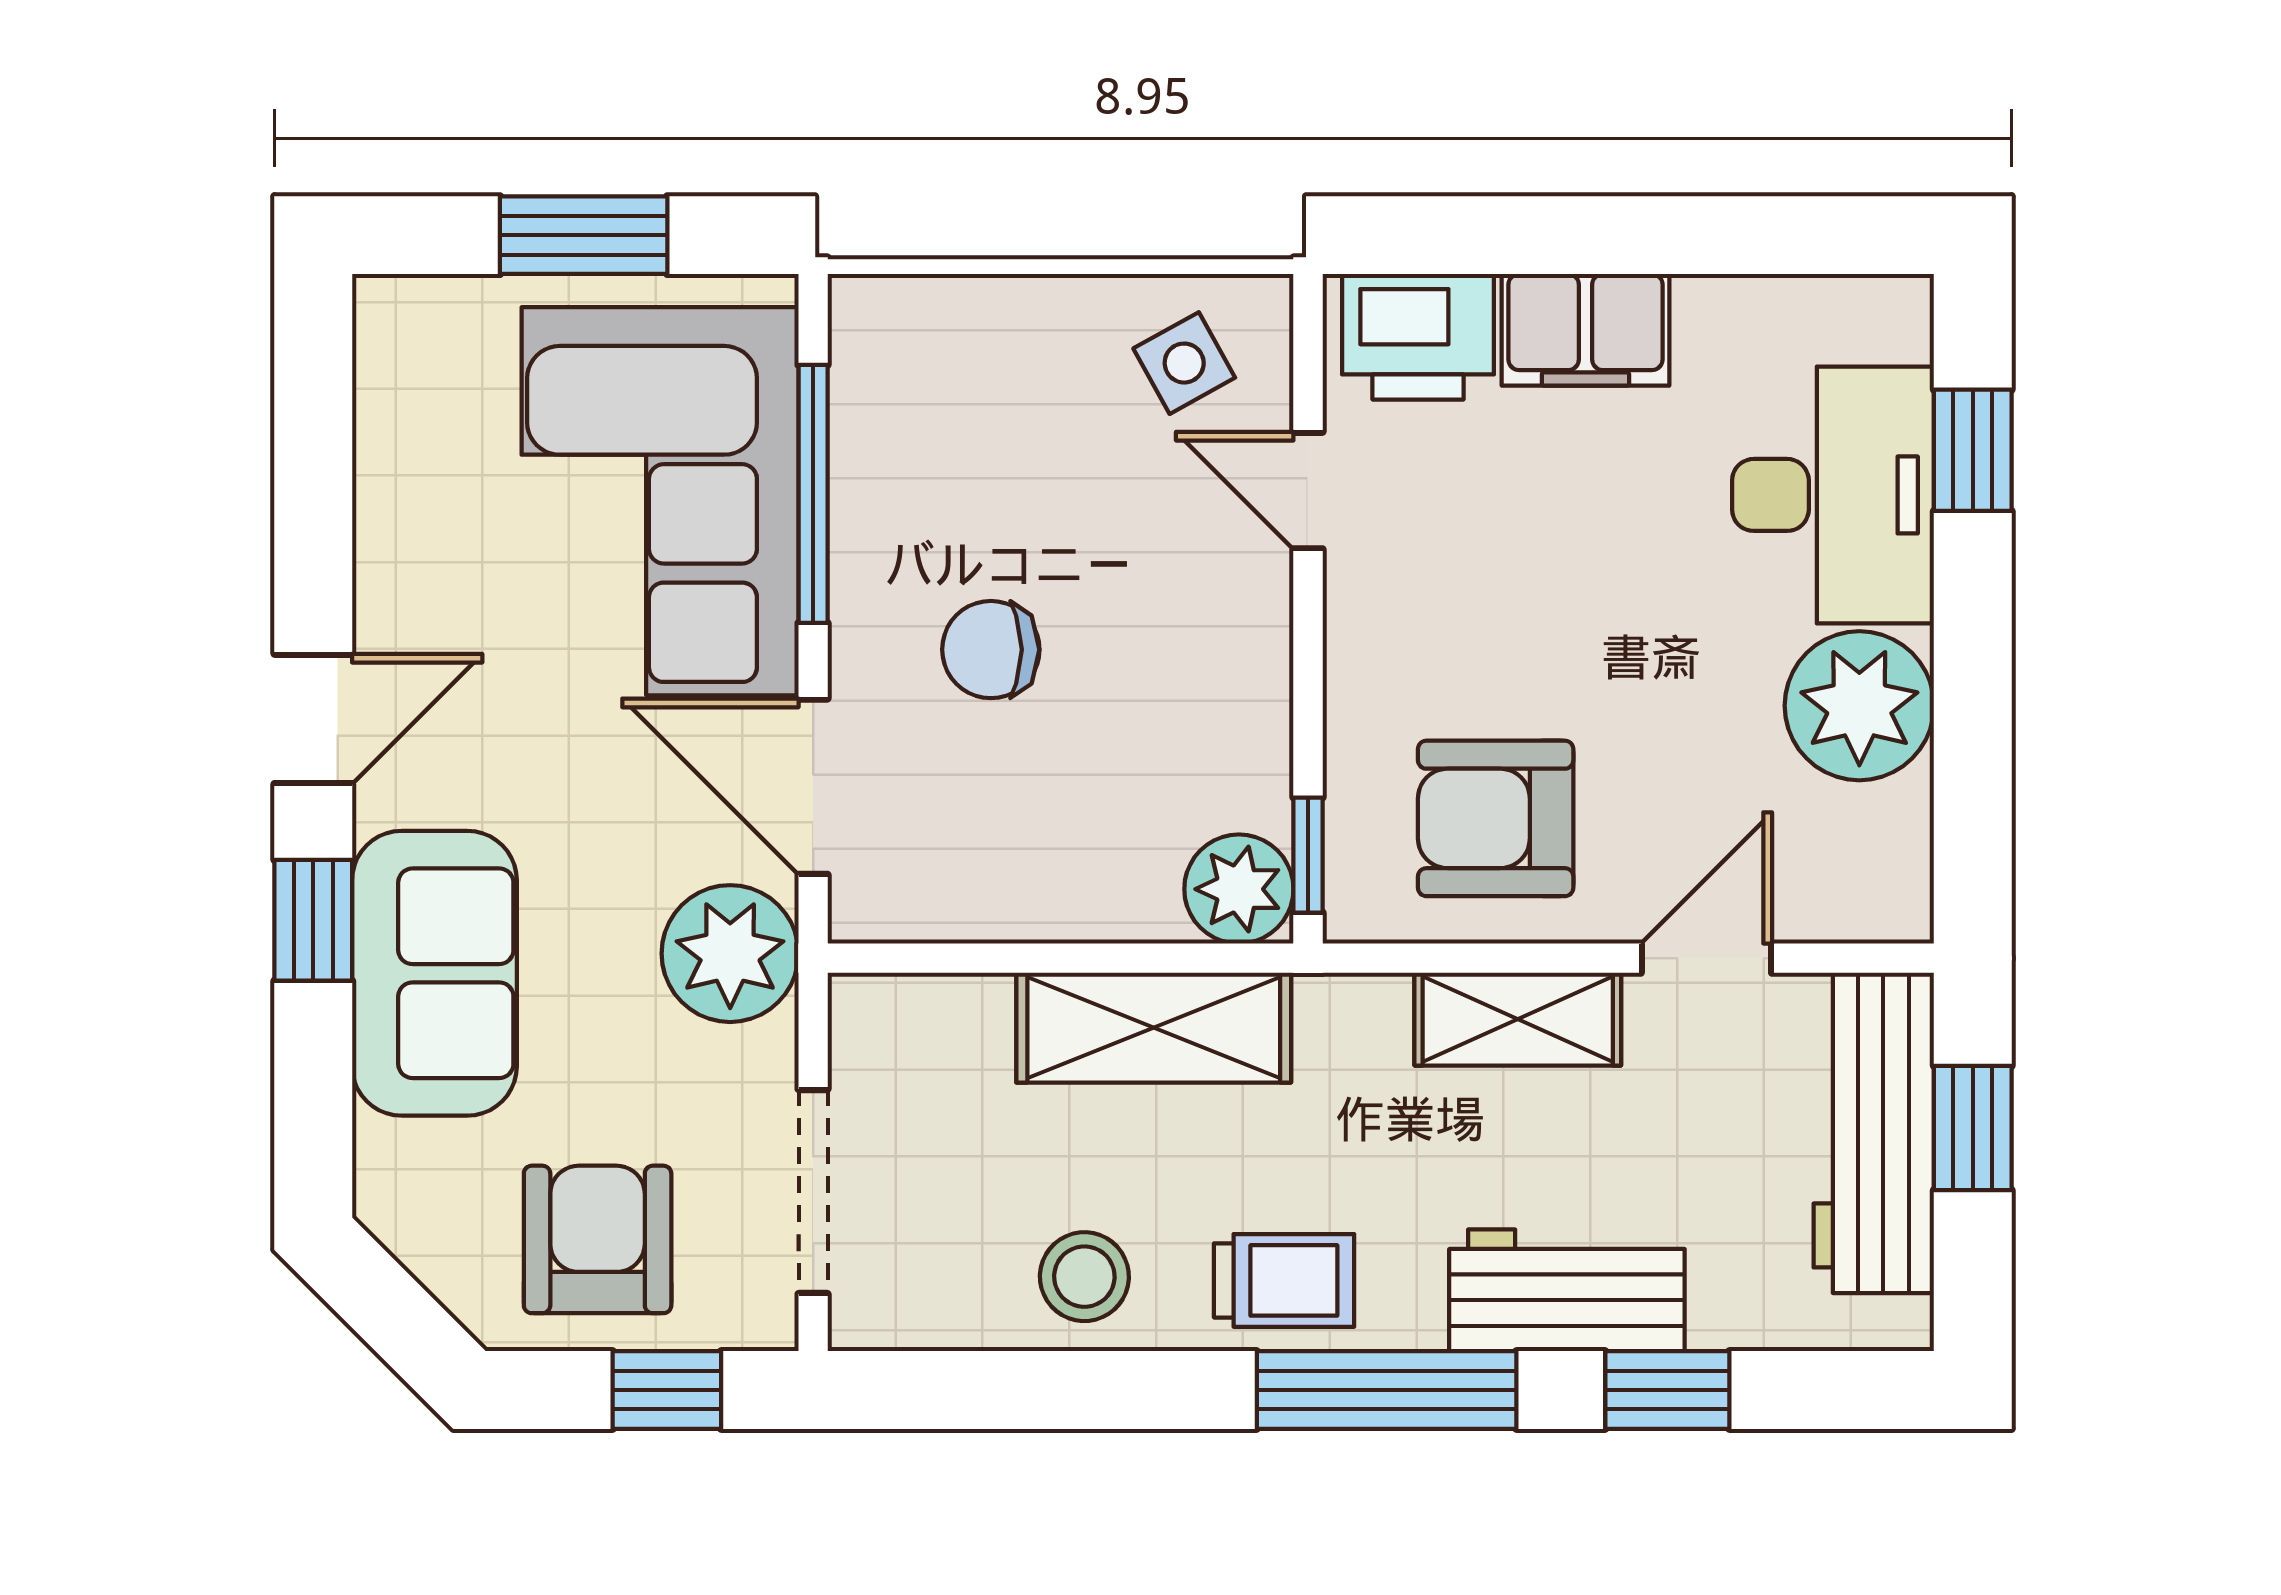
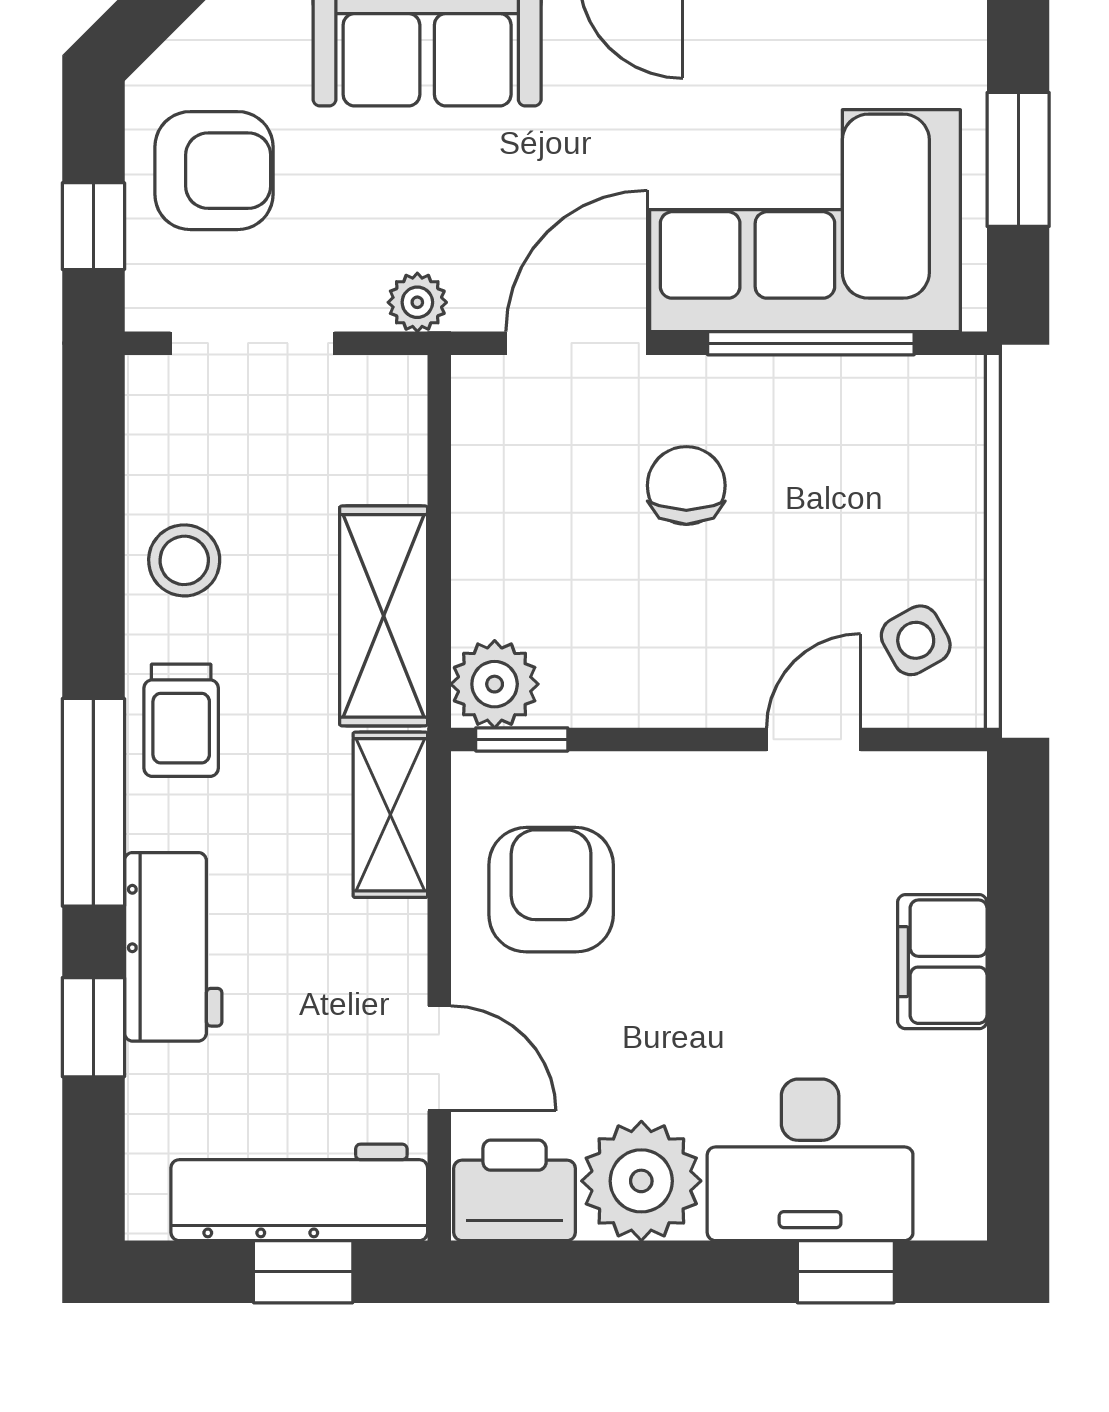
printer: (1418, 337) -> (515, 1190), moved, turned 90
plant: (730, 954) -> (417, 302), width x0.53, depth x0.53
shelving: (1518, 1019) -> (390, 815), moved

